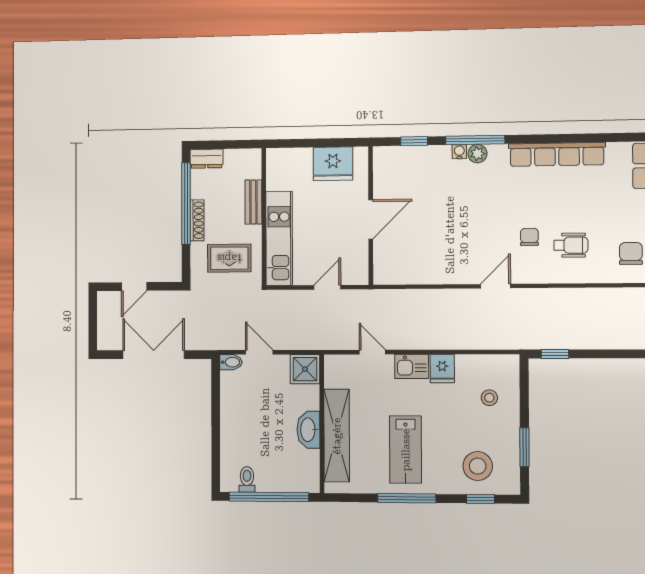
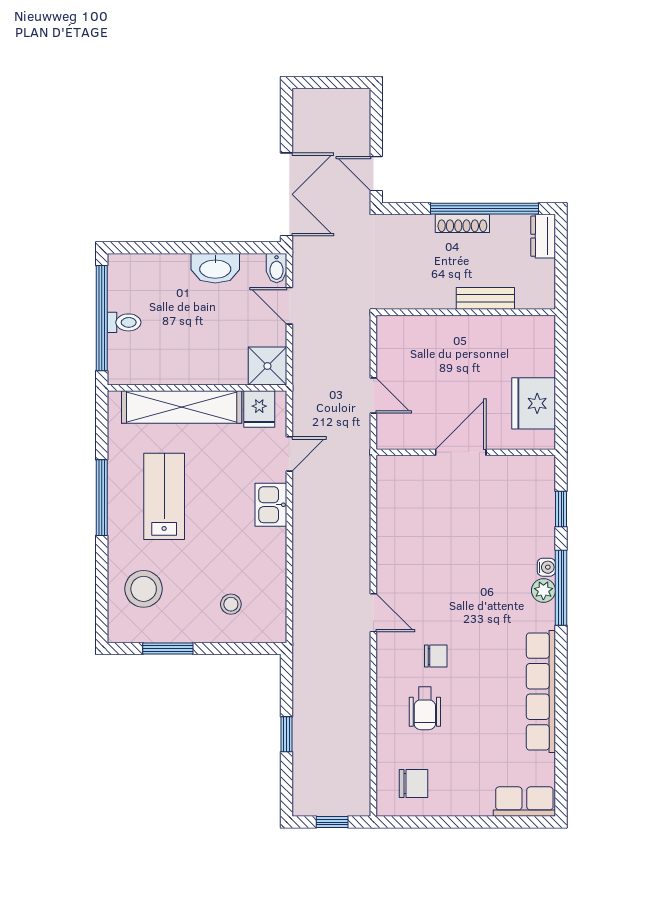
door: (371, 219) -> (461, 452), swing flipped
kitchen unit: (279, 238) -> (437, 332), removed
rug: (229, 258) -> (412, 266), removed
door: (134, 286) -> (376, 174), moved
door: (259, 352) -> (289, 306), swing flipped
window: (555, 354) -> (287, 734), moved
double door: (154, 355) -> (287, 194), moved
fridge: (442, 368) -> (259, 409), moved, turned -90
washbasin: (308, 430) -> (215, 268), moved, turned 180
lab bench: (406, 450) -> (164, 496), turned 90
toilet: (247, 479) -> (124, 322), moved
window: (480, 499) -> (102, 592), removed

